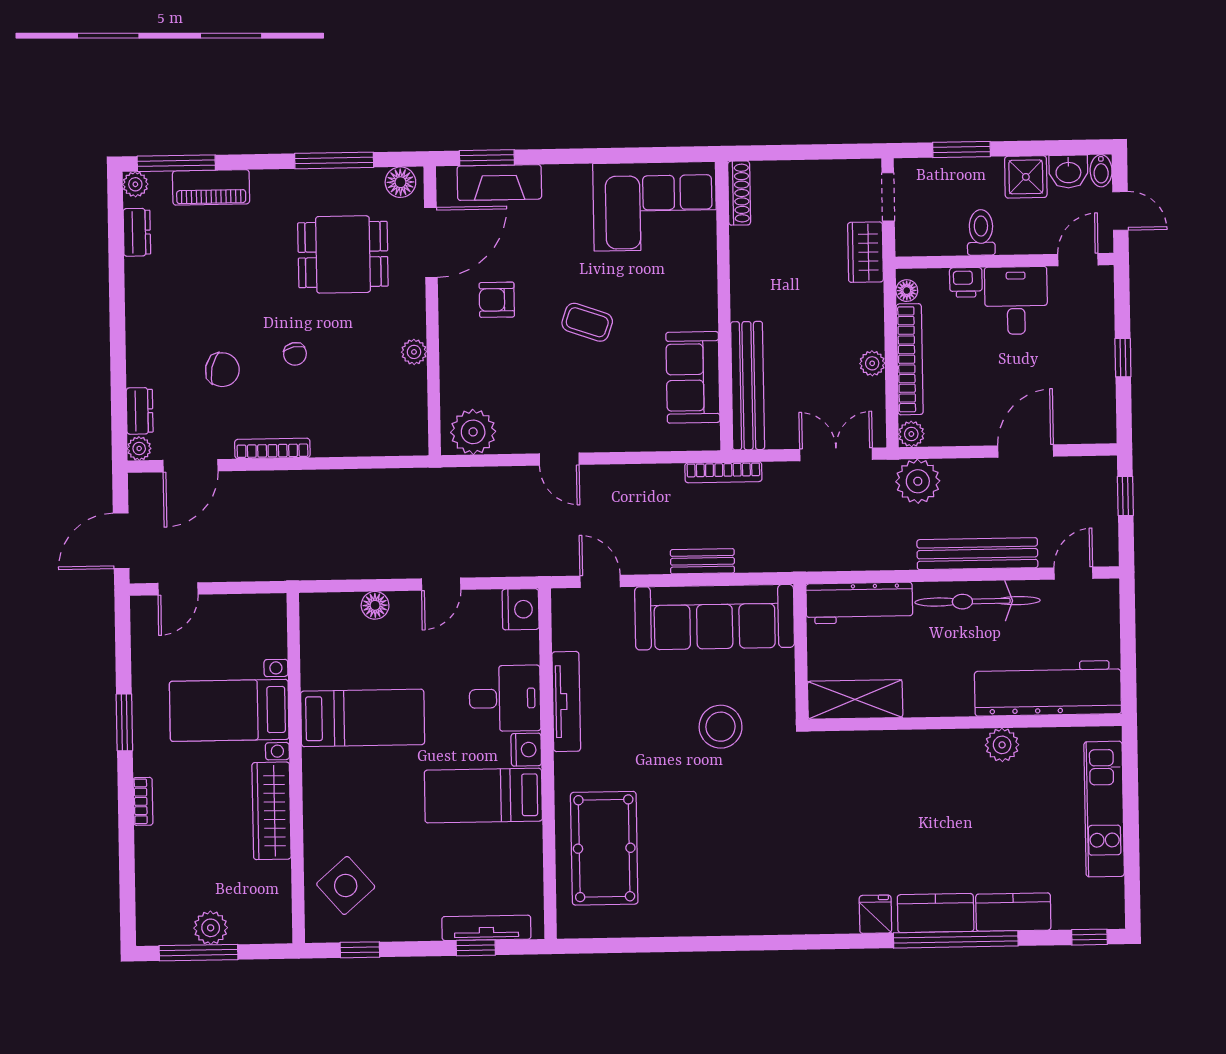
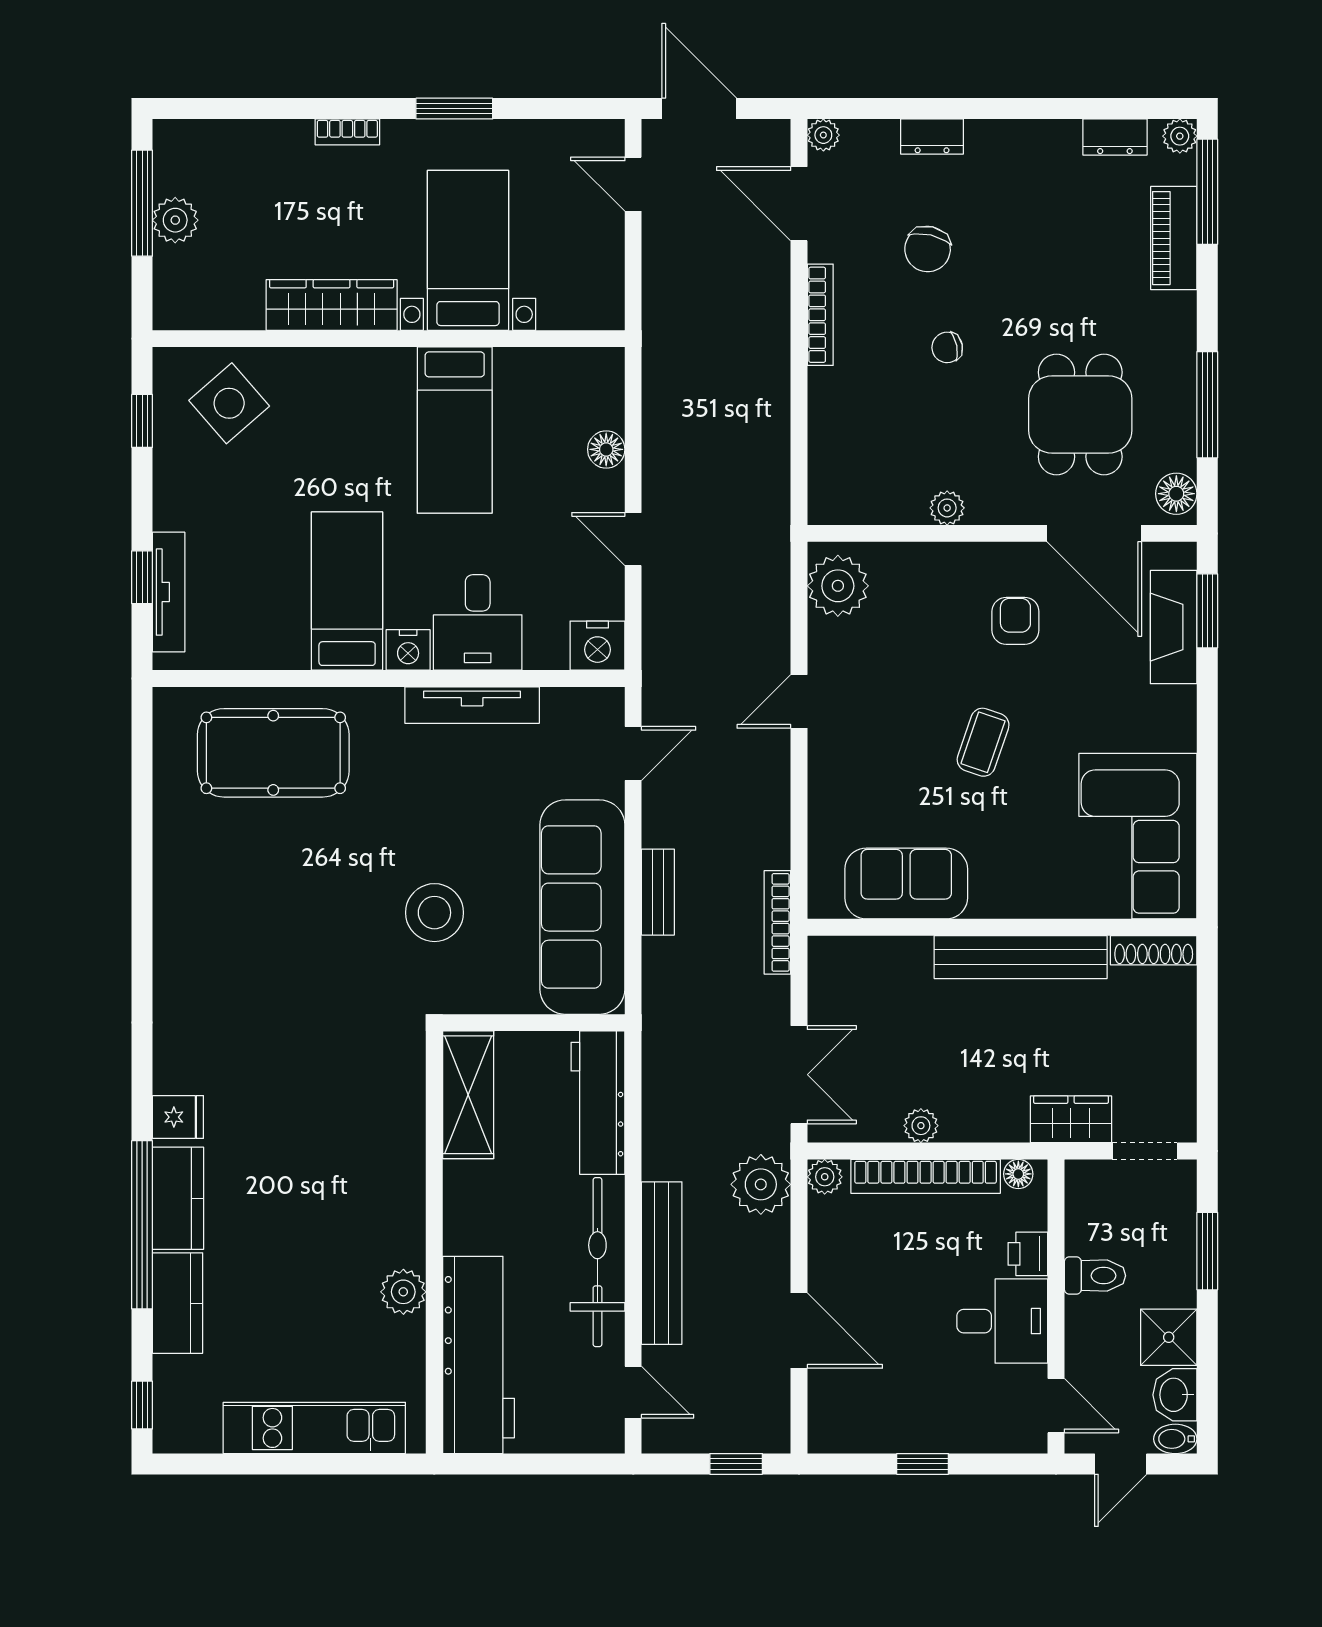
bench: (748, 386) -> (1021, 957), moved
dresser: (140, 411) -> (932, 137), moved

